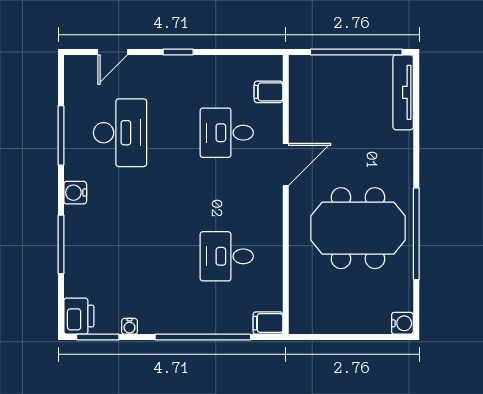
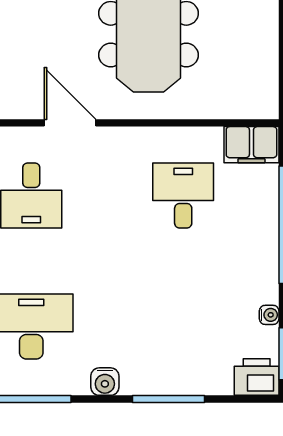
desk: (227, 256) -> (183, 195), turned 180
filing cabinet: (268, 323) -> (251, 145), width x2.00

